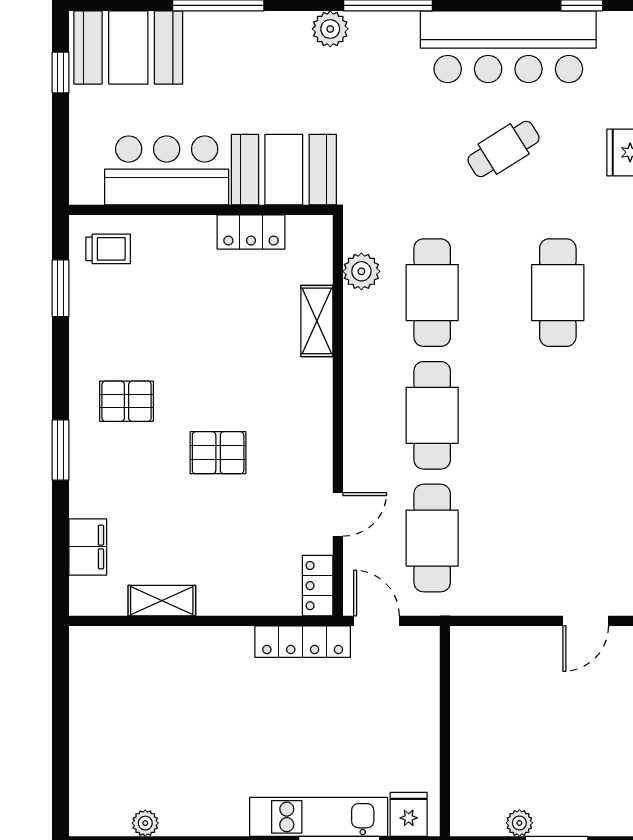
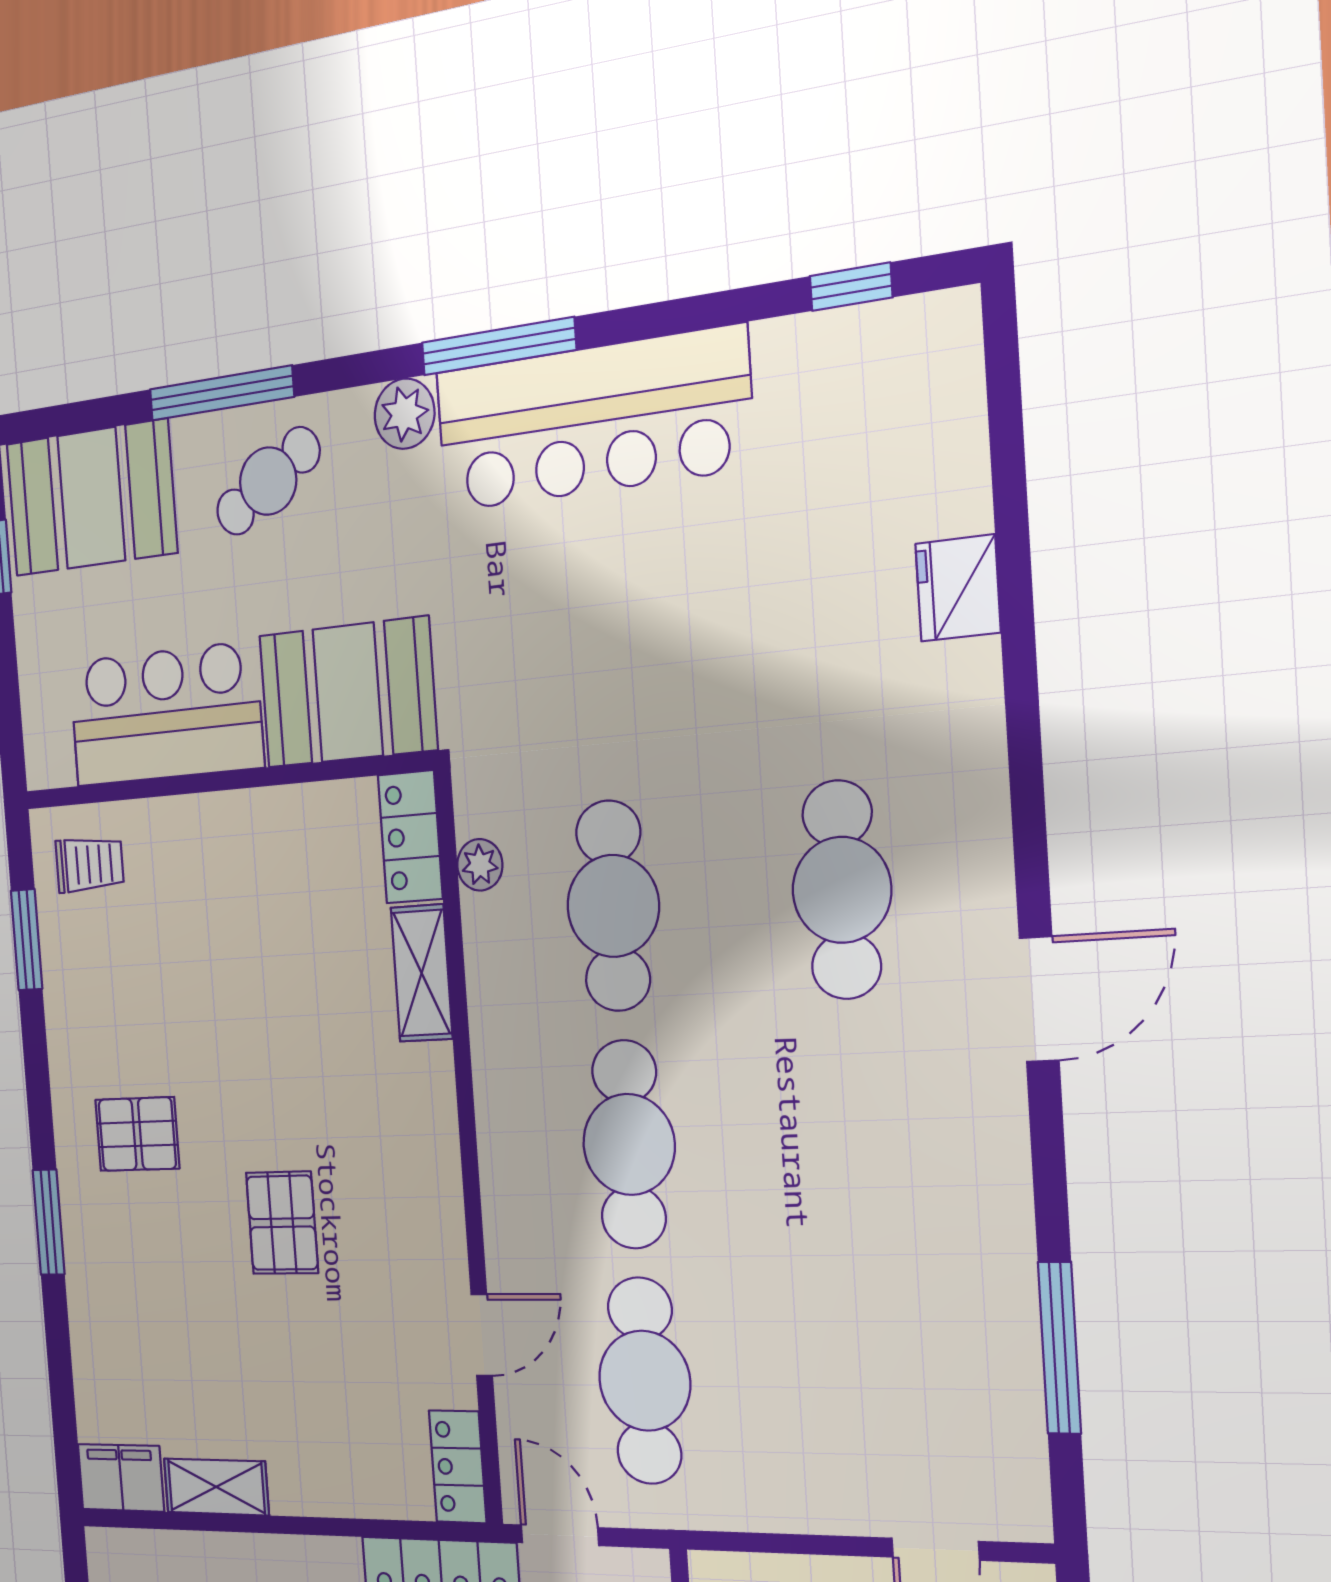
bar counter: (508, 47) -> (593, 420), moved
cafe table: (504, 149) -> (268, 481), moved
locker: (251, 232) -> (410, 837), moved, turned 90
plant: (361, 271) -> (480, 865), width x0.73, depth x0.73
pallet: (218, 453) -> (282, 1223), turned 90
filing cabinet: (88, 547) -> (121, 1478), moved, turned -90

